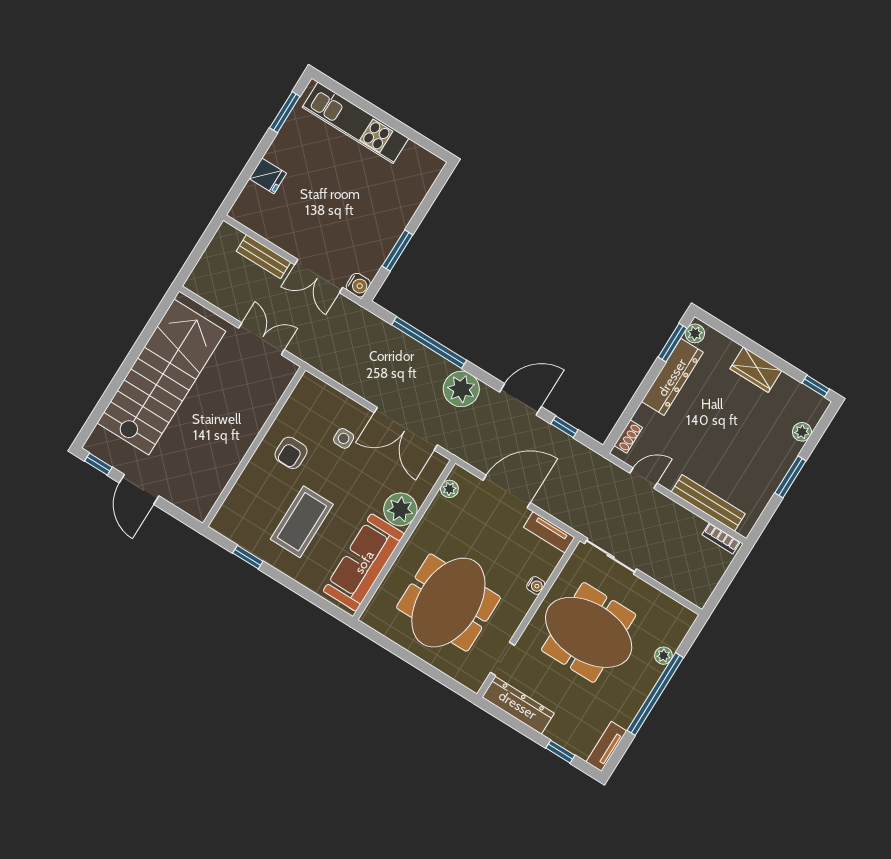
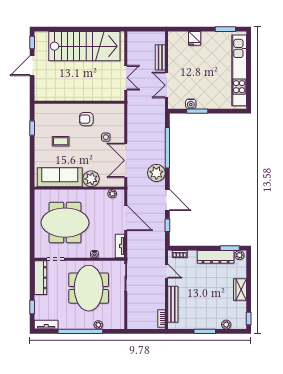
kitchen unit: (355, 123) -> (239, 70), width x1.36
water cooler: (358, 285) -> (191, 104), moved
coffee table: (302, 522) -> (61, 141), width x0.54, depth x0.58

